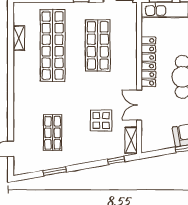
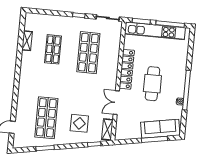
shop shelf: (53, 45) -> (53, 49), width x0.50, depth x0.74
display table: (101, 120) -> (79, 123), moved
shop shelf: (53, 133) -> (46, 118), width x1.43, depth x1.36

